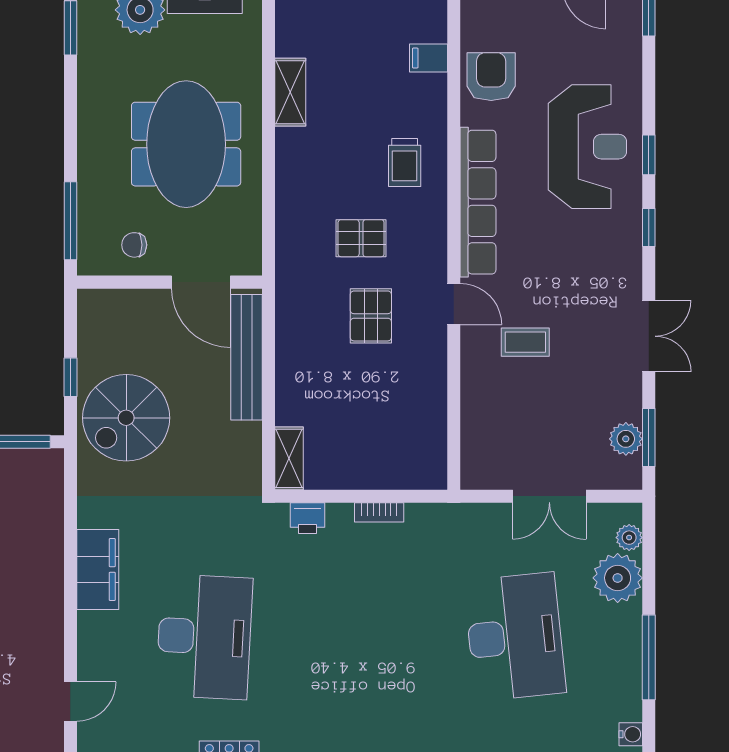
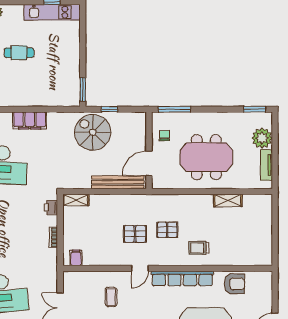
filing cabinet: (428, 58) -> (76, 258), moved
pallet: (361, 238) -> (167, 230), turned 90
coffee table: (525, 342) -> (111, 297), moved

